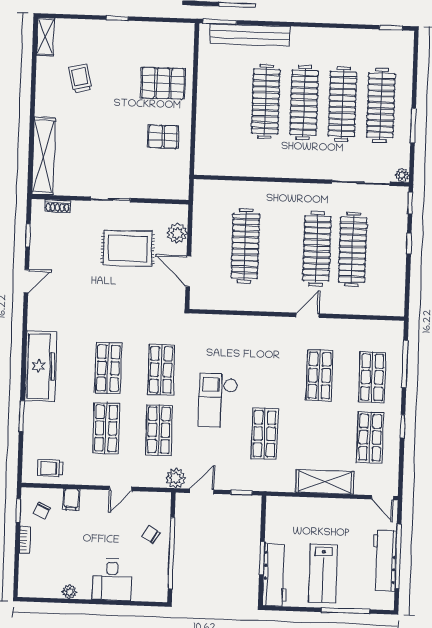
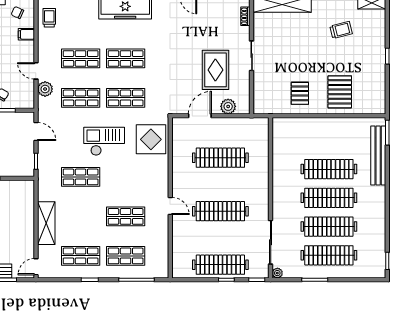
clothes rail: (353, 250) -> (220, 265), moved
display table: (218, 338) -> (151, 139), added
plant: (176, 478) -> (45, 89), moved

